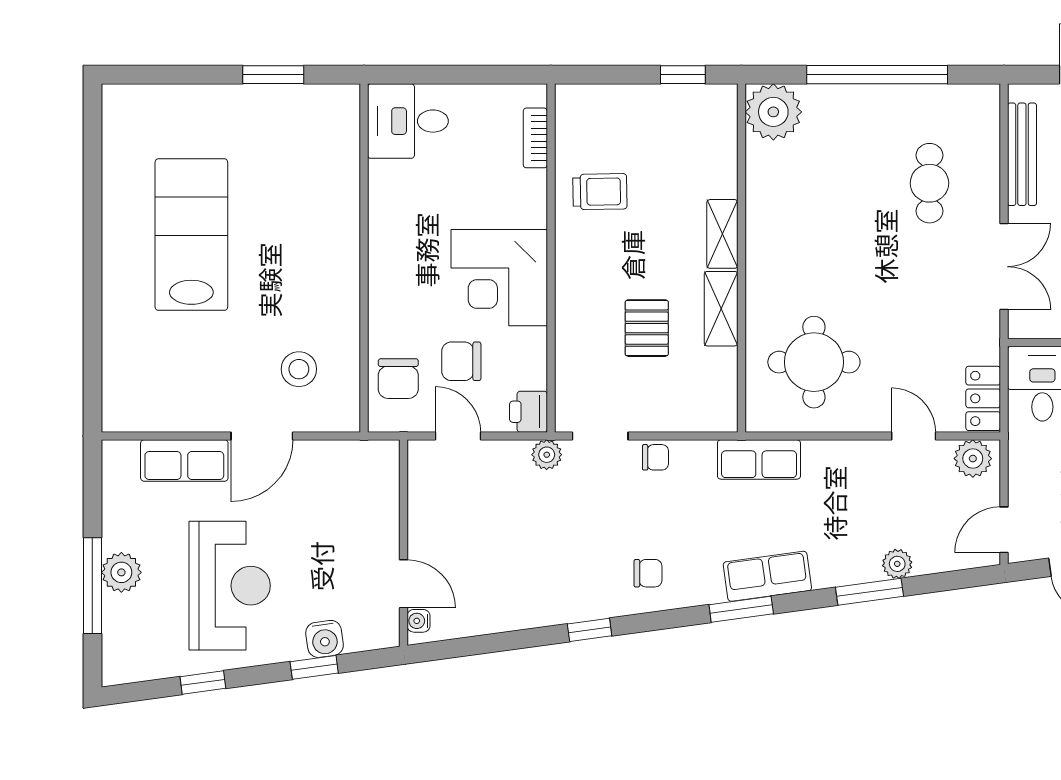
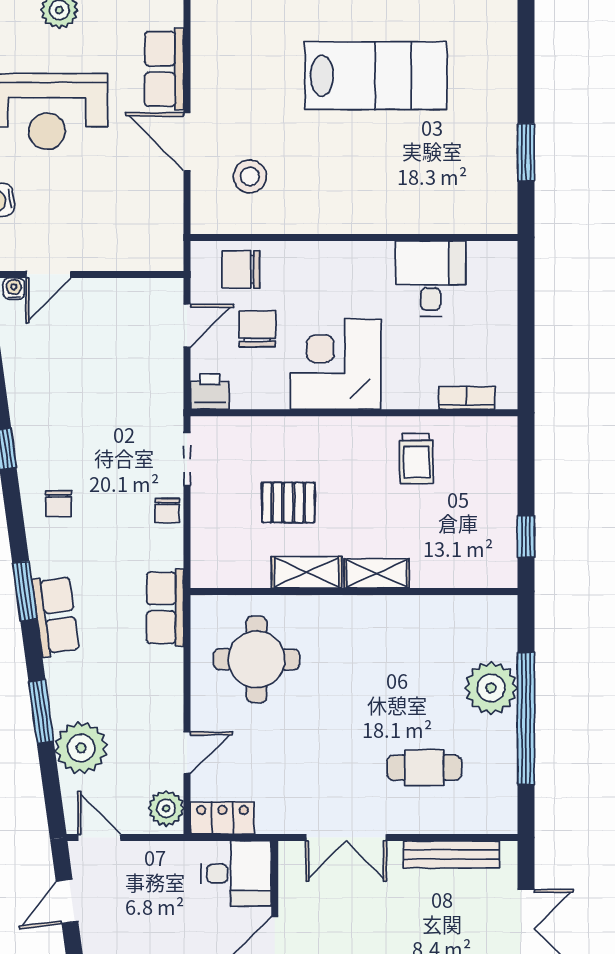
plant: (773, 112) -> (491, 688), moved
desk: (408, 121) -> (431, 279), moved
plant: (547, 455) -> (170, 409), removed
plant: (897, 564) -> (81, 748), width x1.87, depth x1.87

